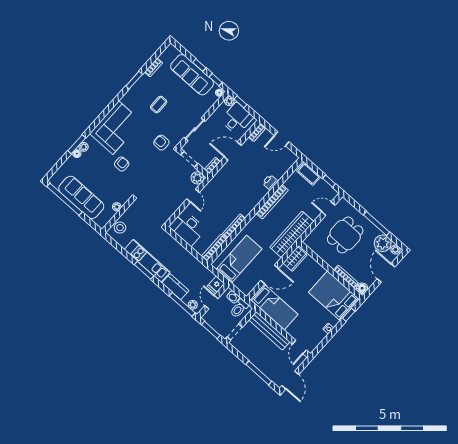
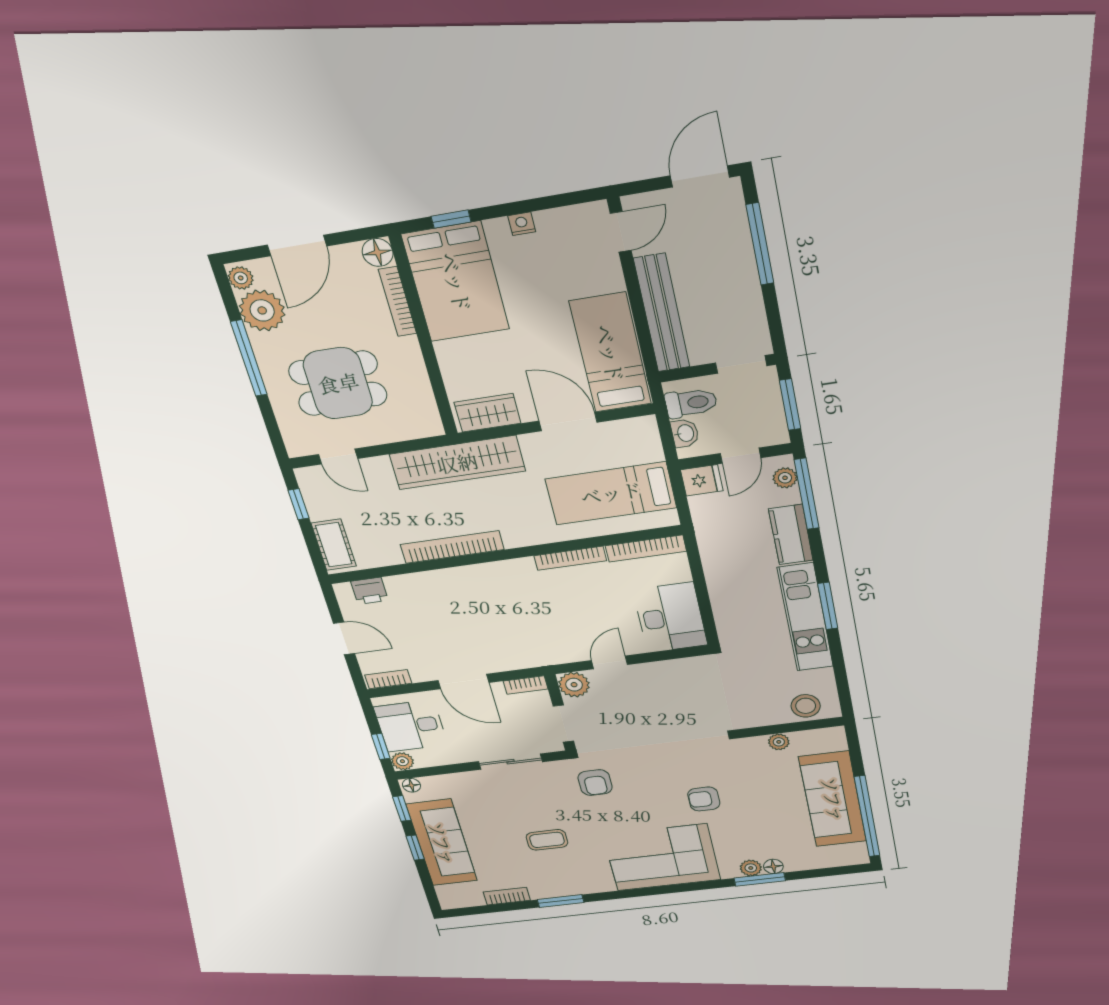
printer: (270, 182) -> (369, 591), moved

